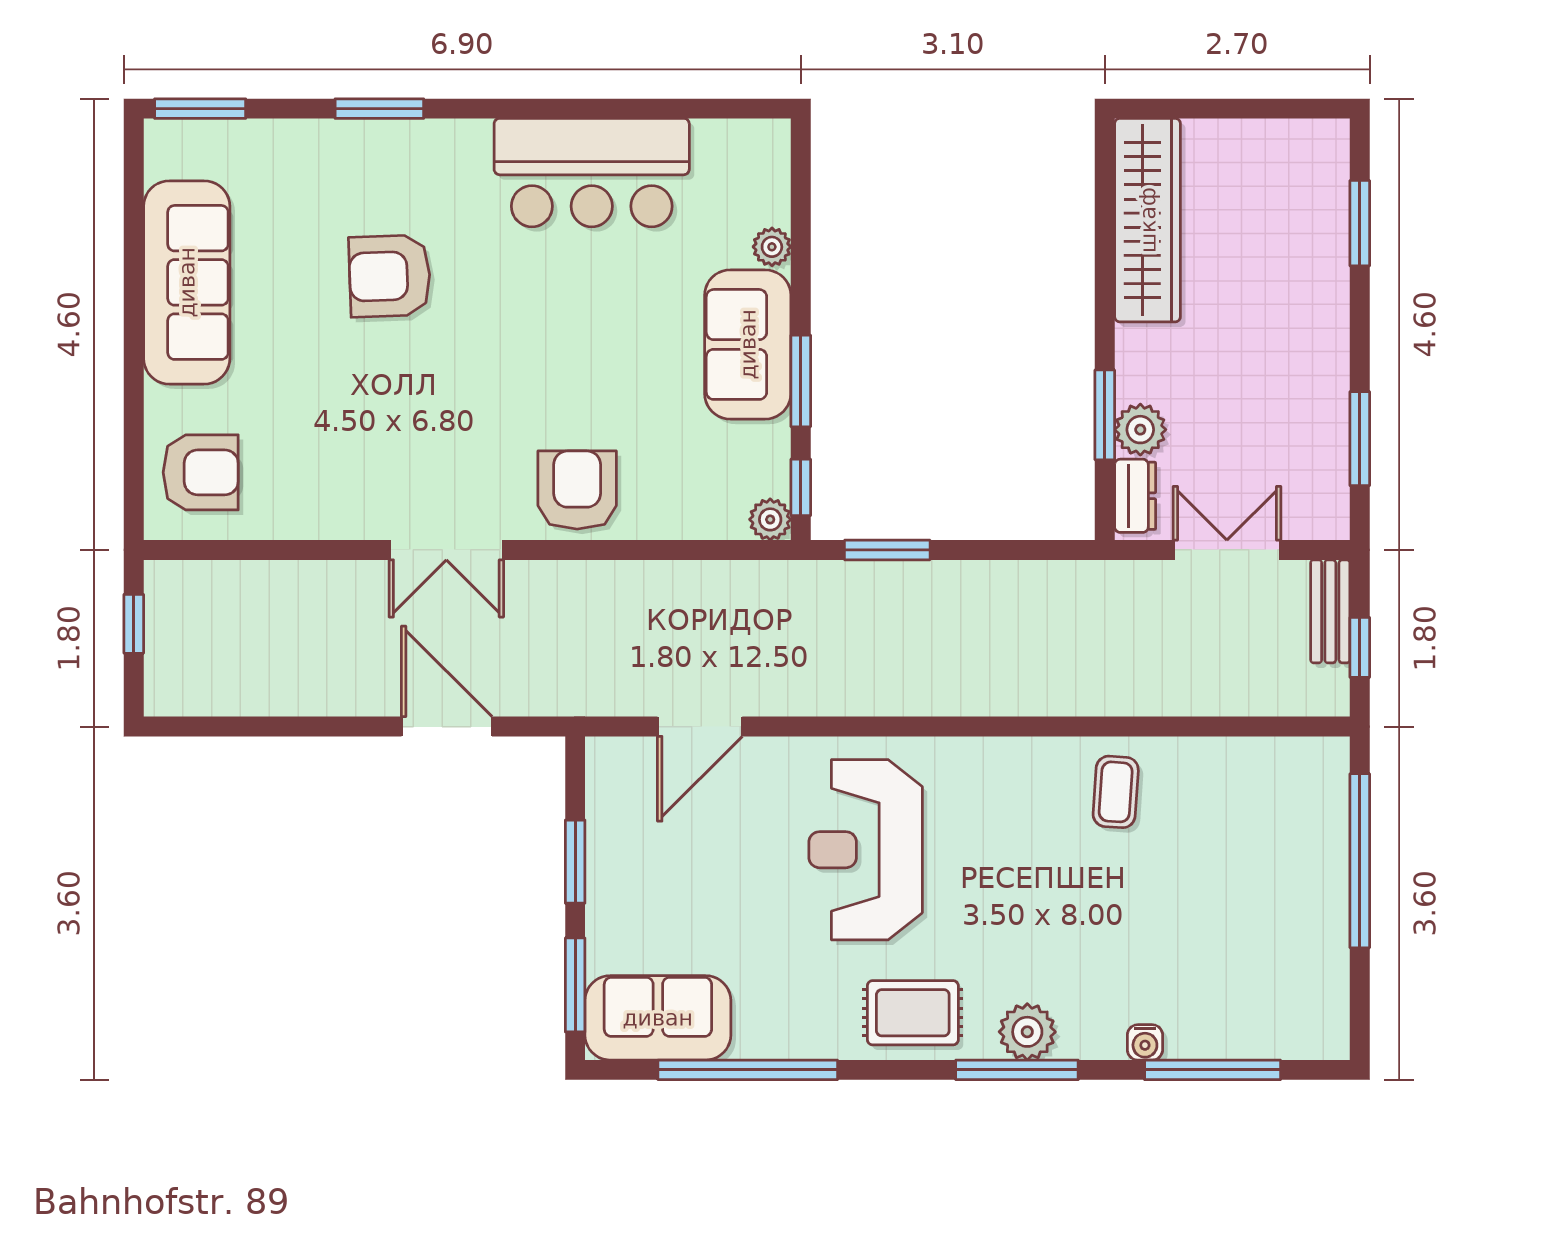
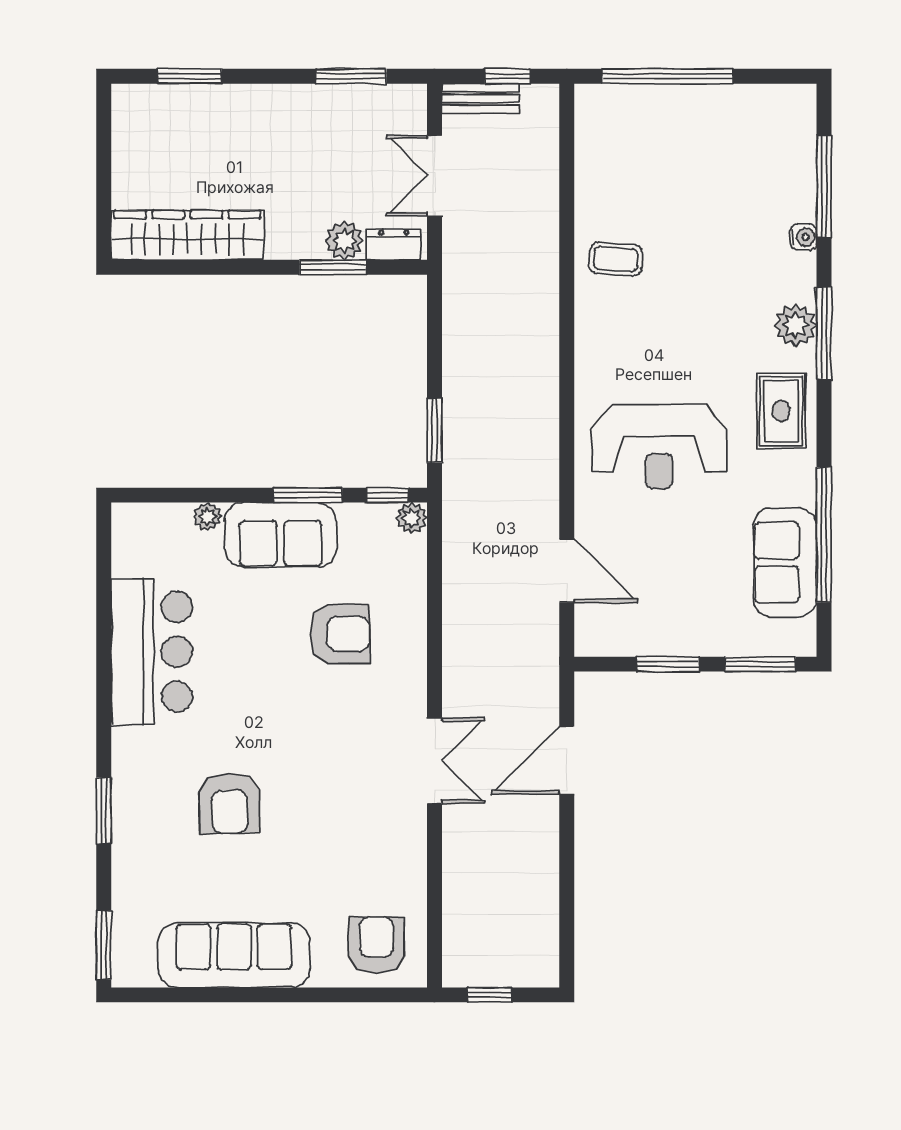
armchair: (577, 490) -> (340, 634), moved, turned 180
sofa: (658, 1018) -> (785, 562), moved

